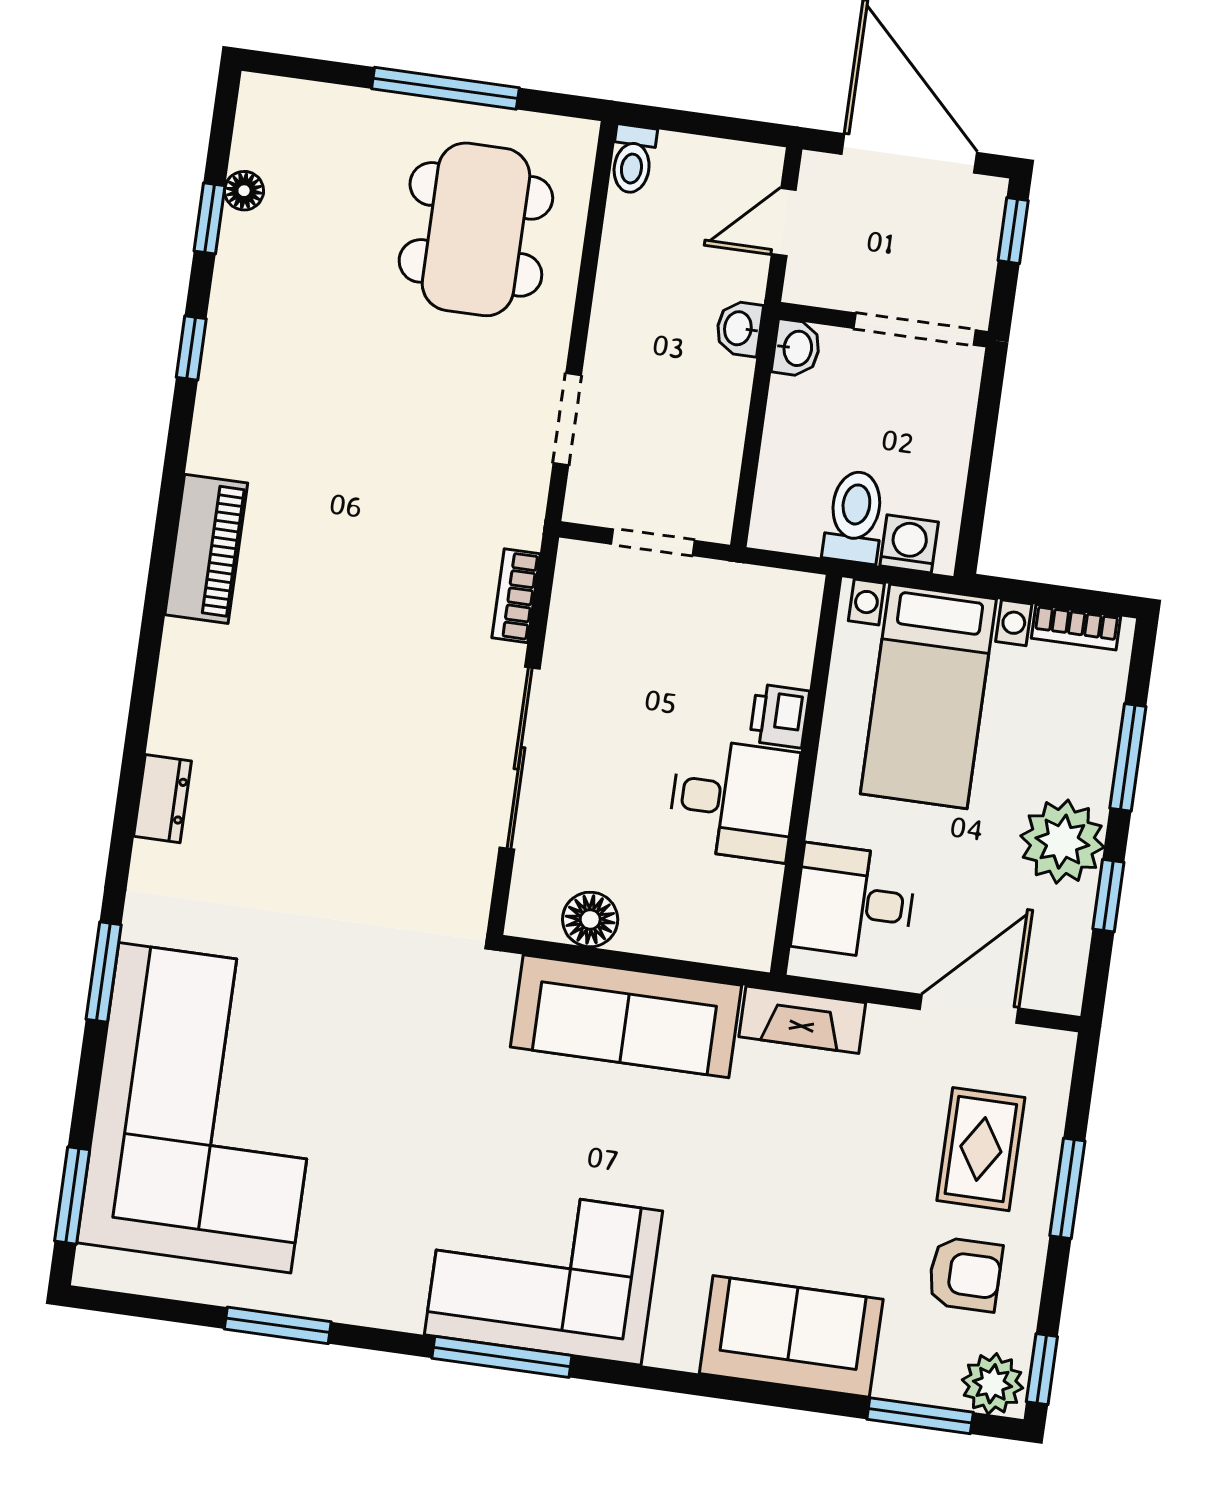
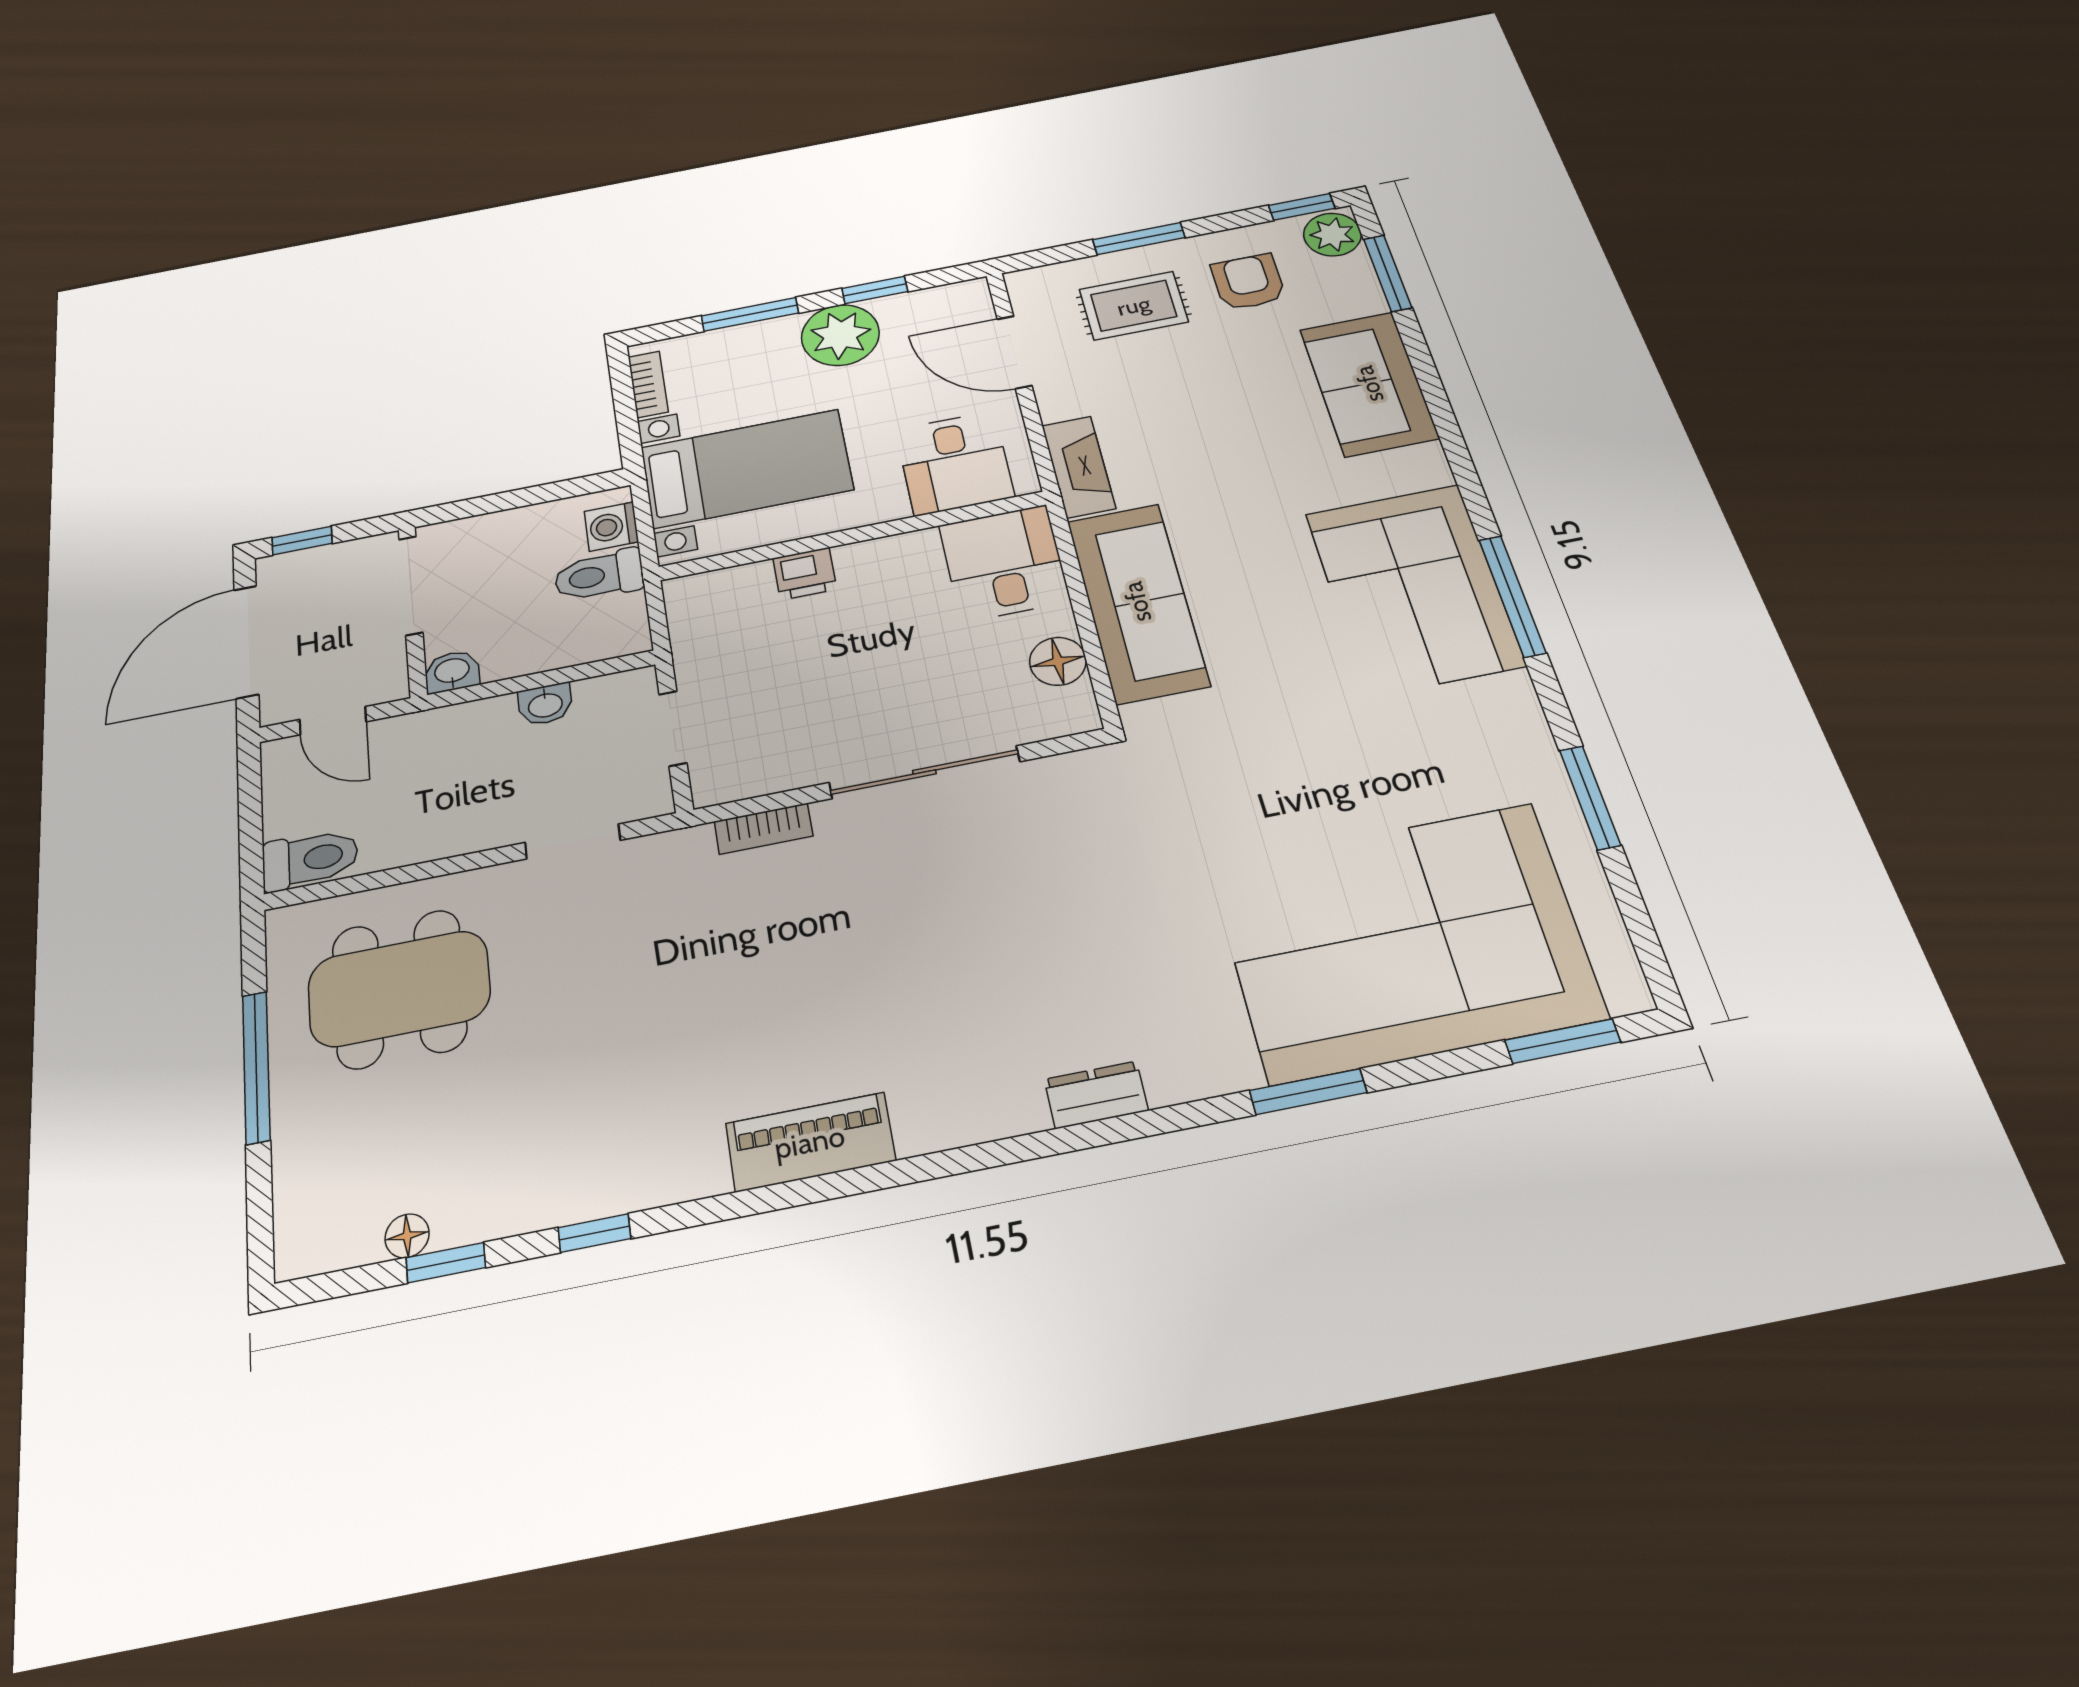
toilet: (633, 159) -> (310, 859), width x1.37, depth x1.39
washbasin: (739, 328) -> (545, 704), moved
desk: (733, 800) -> (1004, 563), moved

